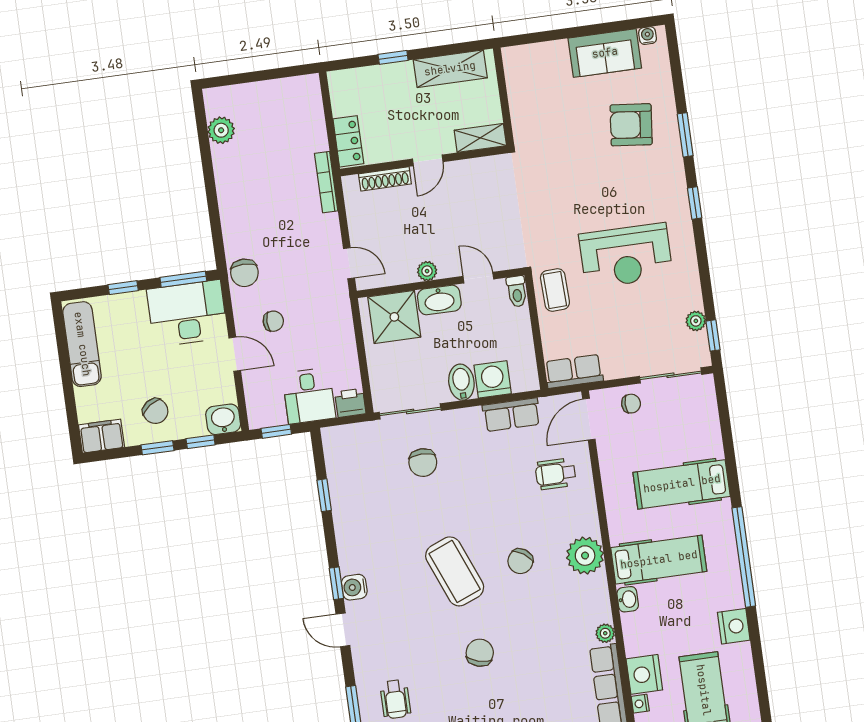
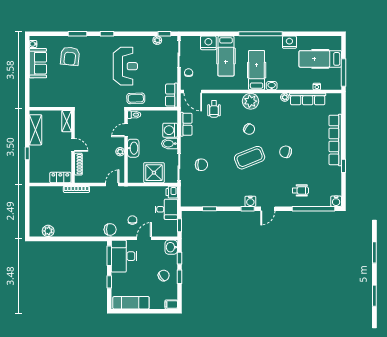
shower: (394, 317) -> (154, 173), moved
filing cabinet: (102, 436) -> (171, 304), width x0.50
nightstand: (644, 674) -> (208, 43), moved, turned 180

